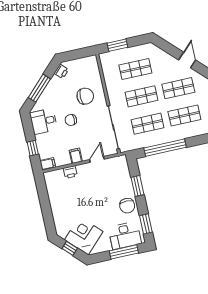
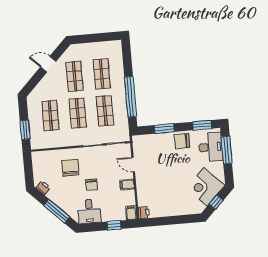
printer: (70, 172) -> (144, 213), moved
chair: (127, 206) -> (182, 141), turned 180

